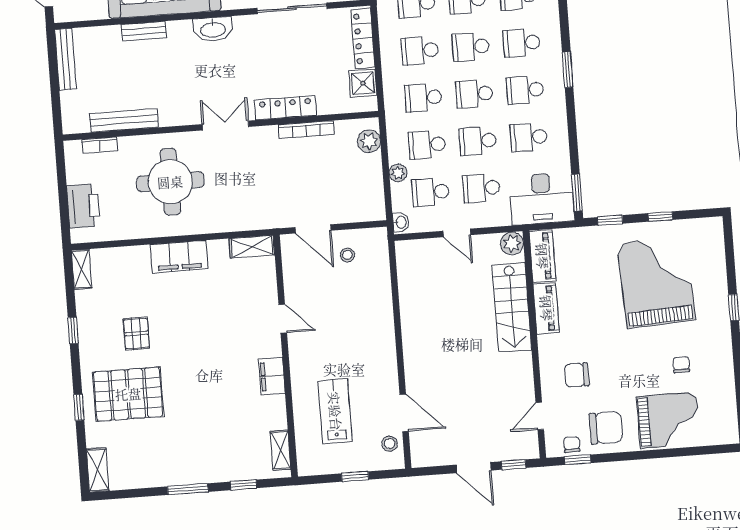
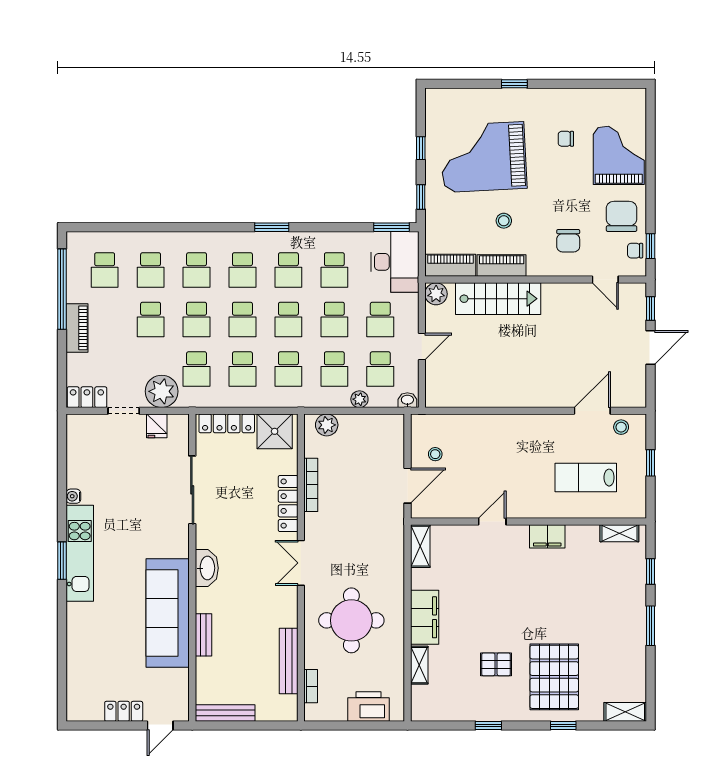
shower: (363, 83) -> (275, 431), width x1.36, depth x1.36
shelving: (82, 269) -> (419, 665), moved, turned 90
stool: (592, 307) -> (504, 221), added

